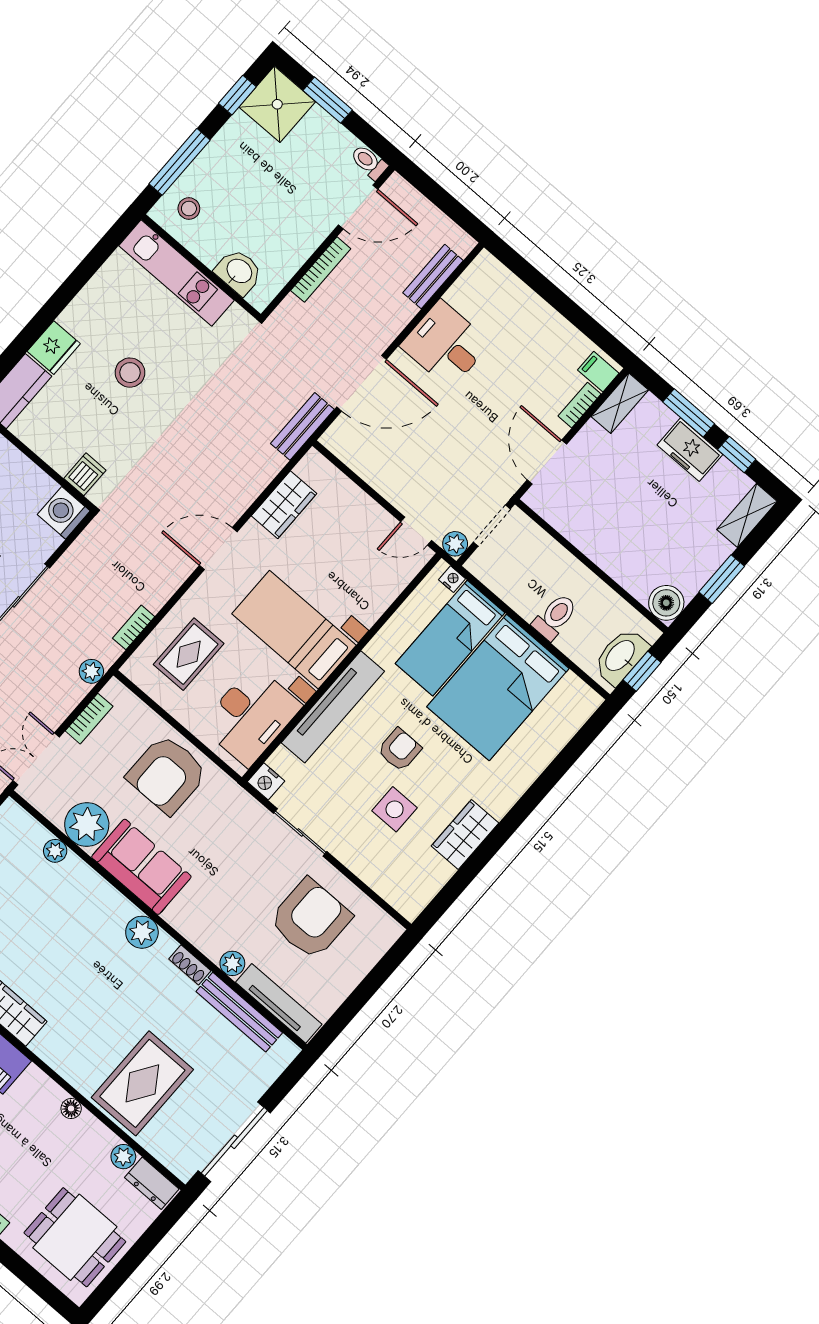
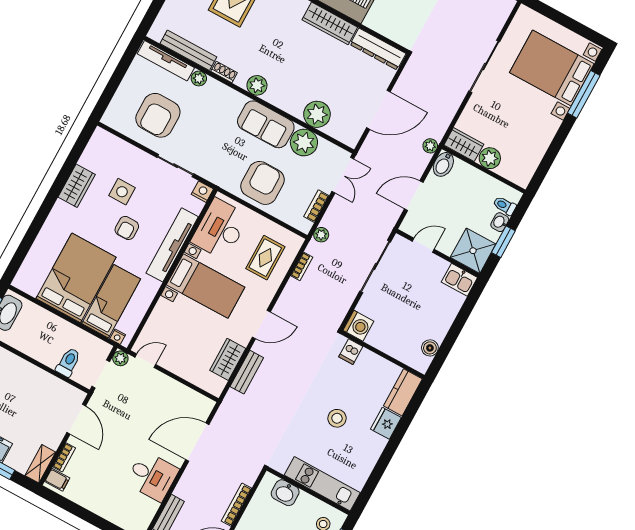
bench: (302, 426) -> (247, 372), moved
toilet: (555, 617) -> (68, 362), moved, turned 180
plant: (55, 851) -> (317, 114), width x1.88, depth x1.88

